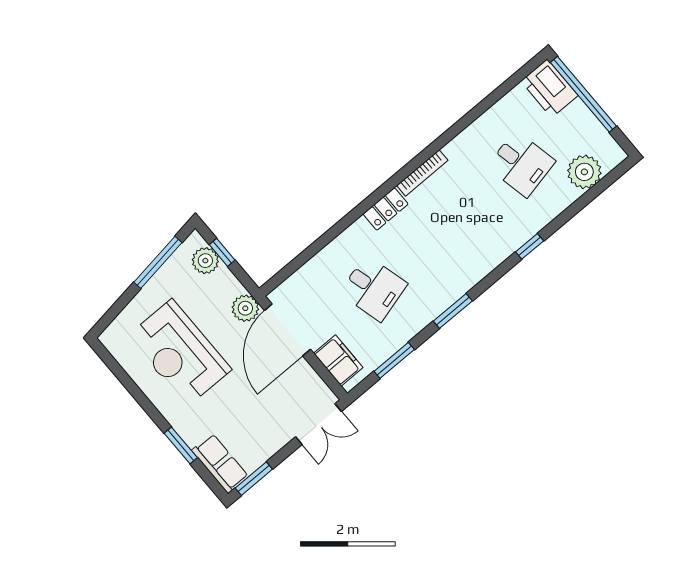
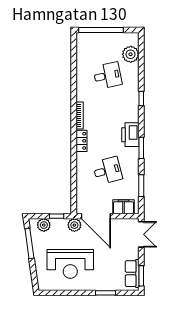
printer: (549, 88) -> (130, 135), moved, turned 90
window: (222, 252) -> (57, 216), moved
row of seats: (220, 463) -> (132, 274), moved, turned -90

